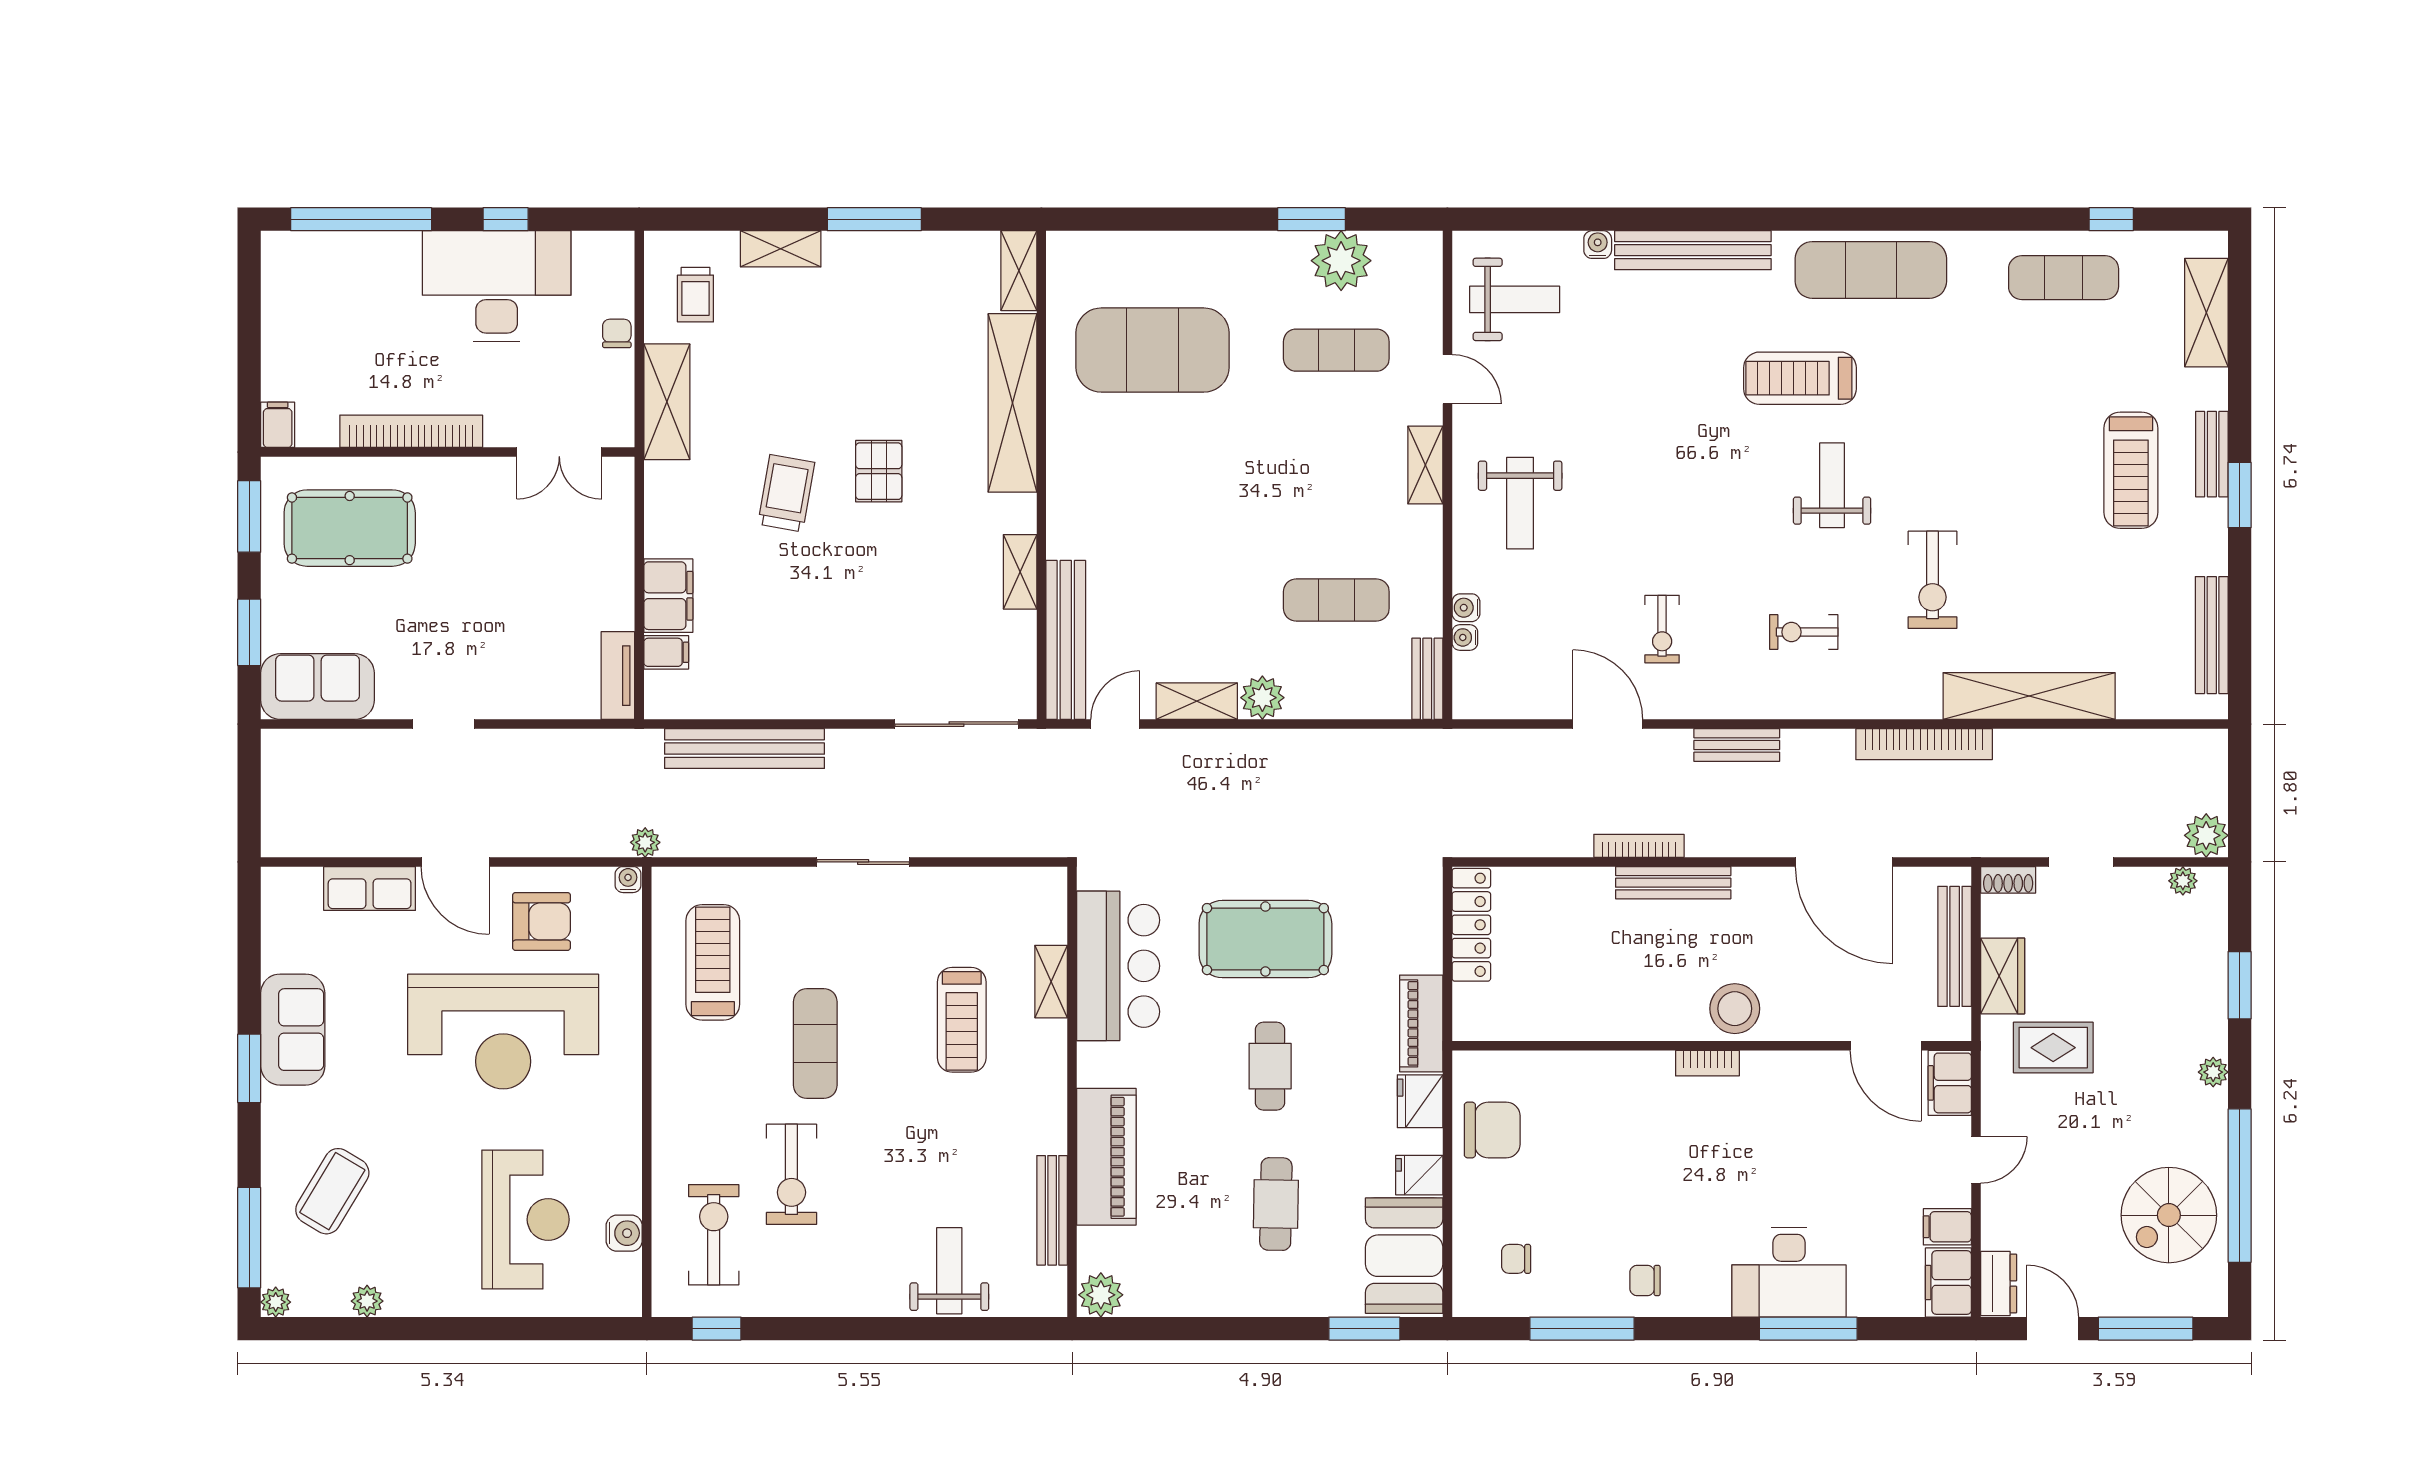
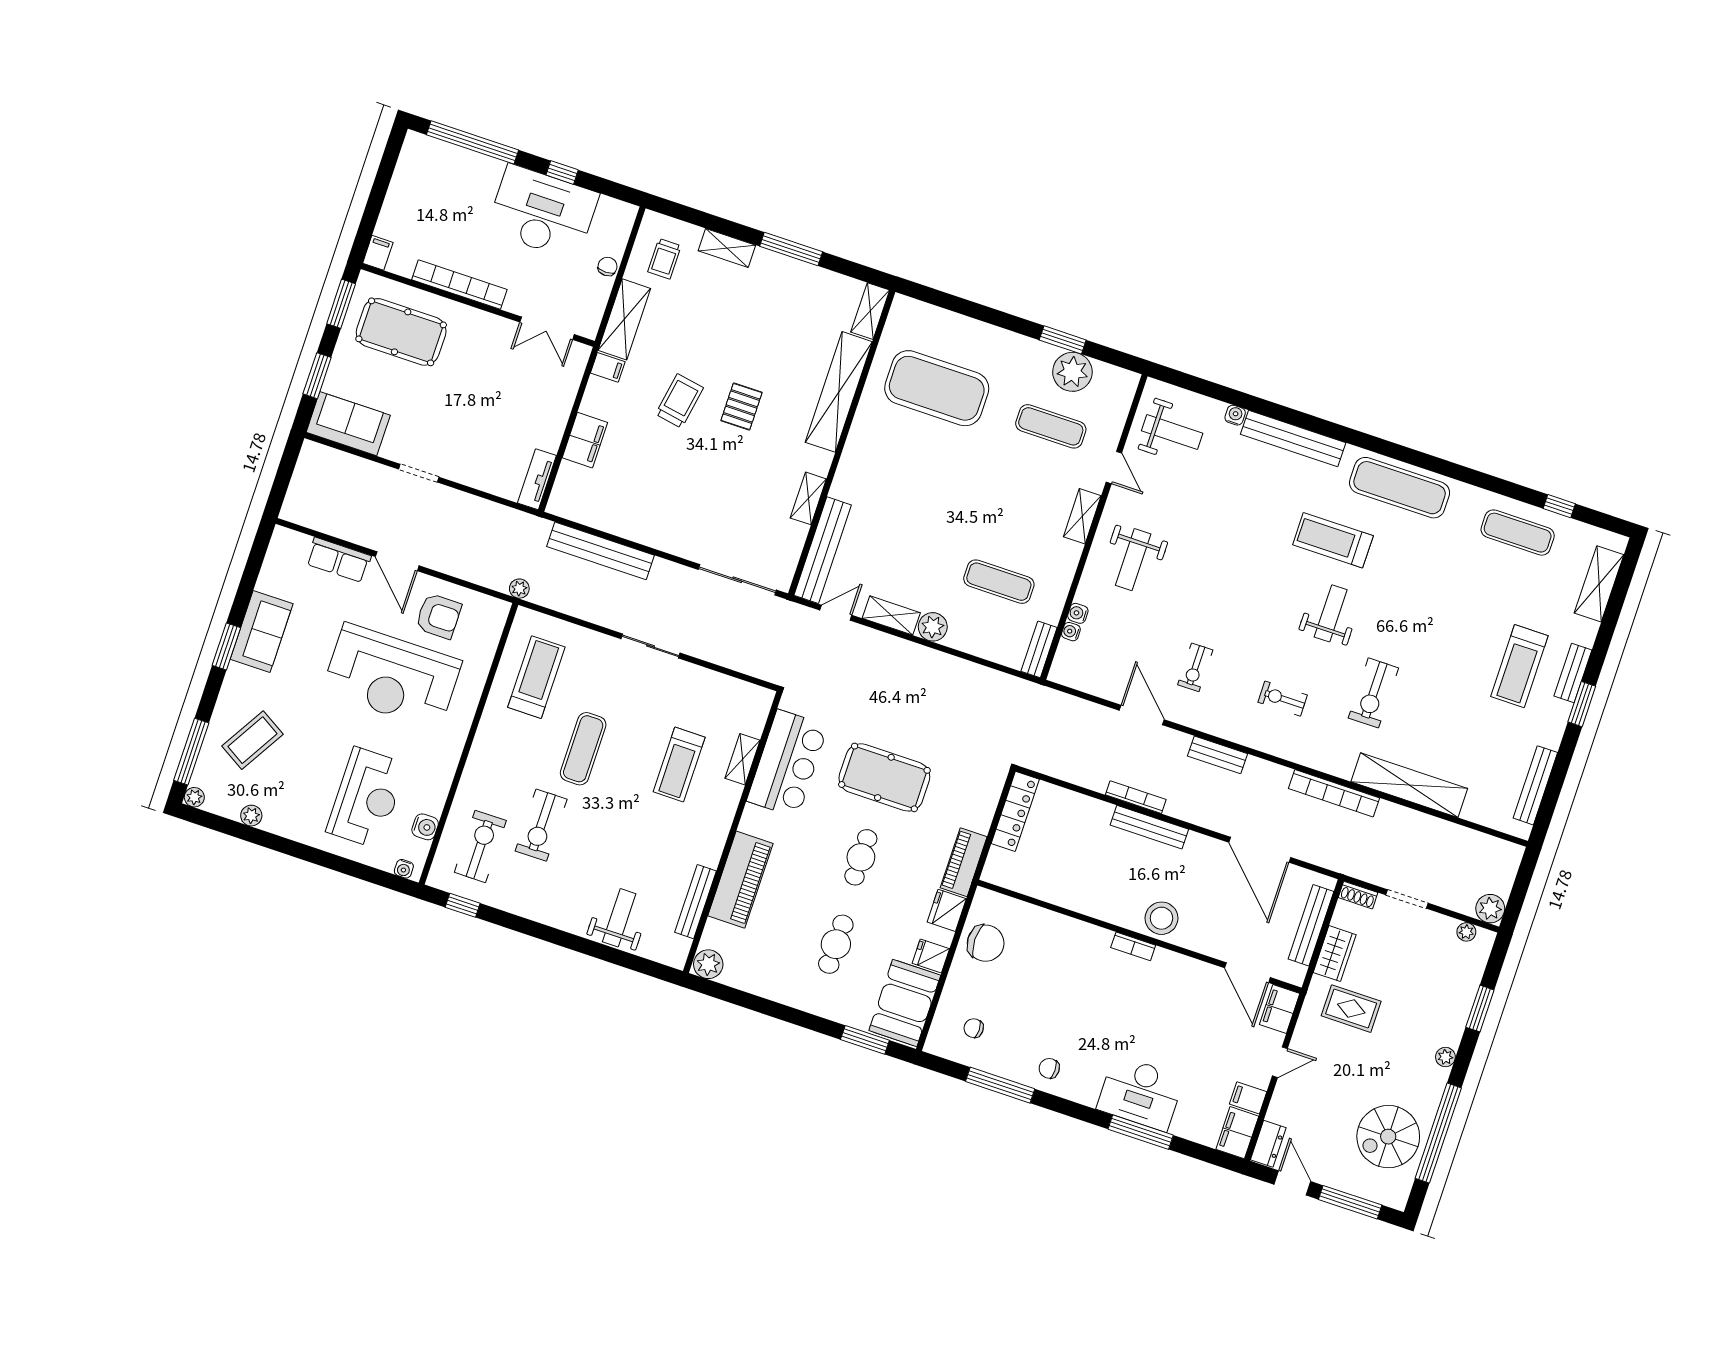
filing cabinet: (666, 652) -> (608, 367), moved
water cooler: (628, 880) -> (404, 869), moved, turned 180

